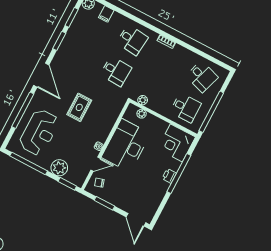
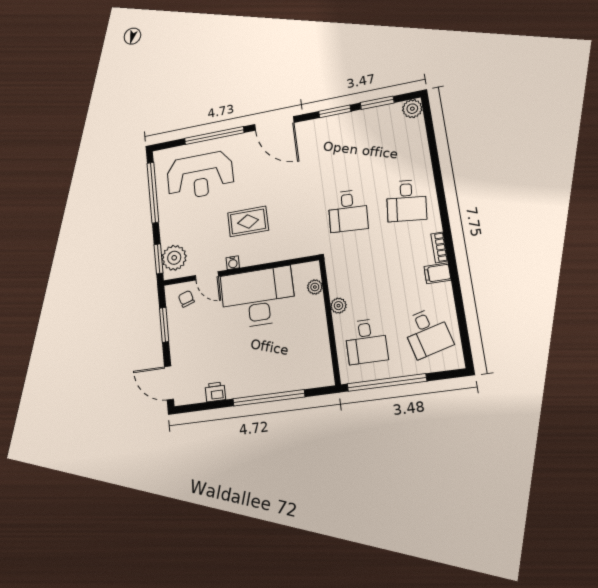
filing cabinet: (106, 14) -> (437, 273), moved
door: (41, 75) -> (274, 123), hinge flipped
desk: (202, 77) -> (427, 333), turned -33
plant: (143, 100) -> (338, 306), moved
rug: (79, 107) -> (248, 221), moved
corner desk: (176, 143) -> (308, 364), removed
plant: (59, 168) -> (174, 258), moved
printer: (169, 176) -> (215, 392), moved
door: (136, 220) -> (169, 383), hinge flipped

